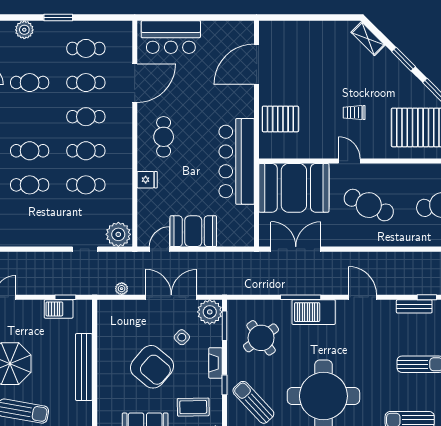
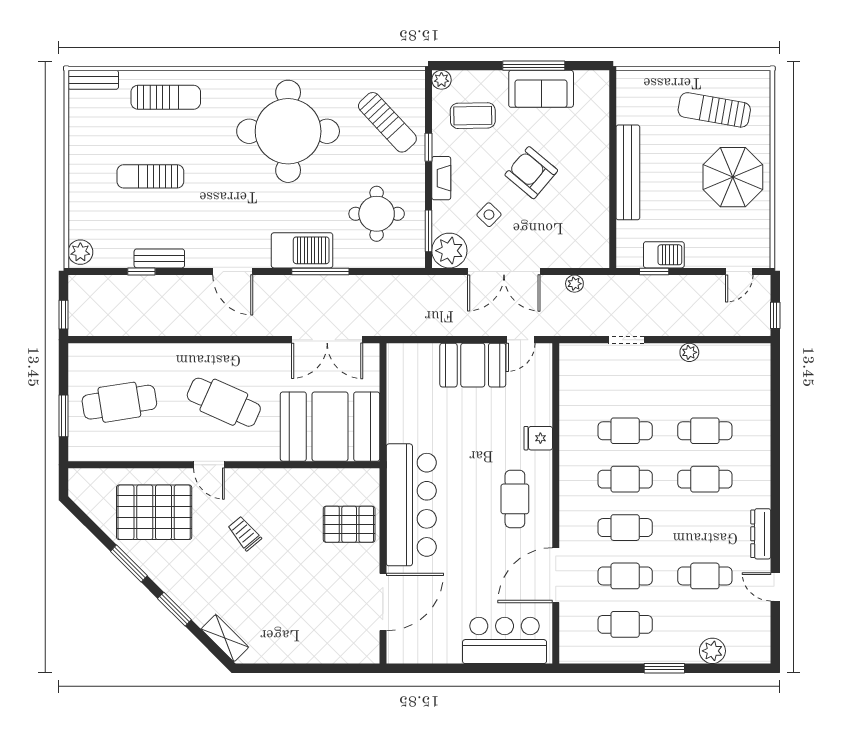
trolley: (354, 113) -> (244, 533), turned -130
bar counter: (237, 161) -> (411, 505), moved
door: (349, 161) -> (209, 465), moved
plant: (118, 234) -> (689, 352), moved, width x0.53, depth x0.53
round table: (261, 338) -> (377, 214), turned 36
armchair: (152, 367) -> (531, 173), width x0.73, depth x0.73

